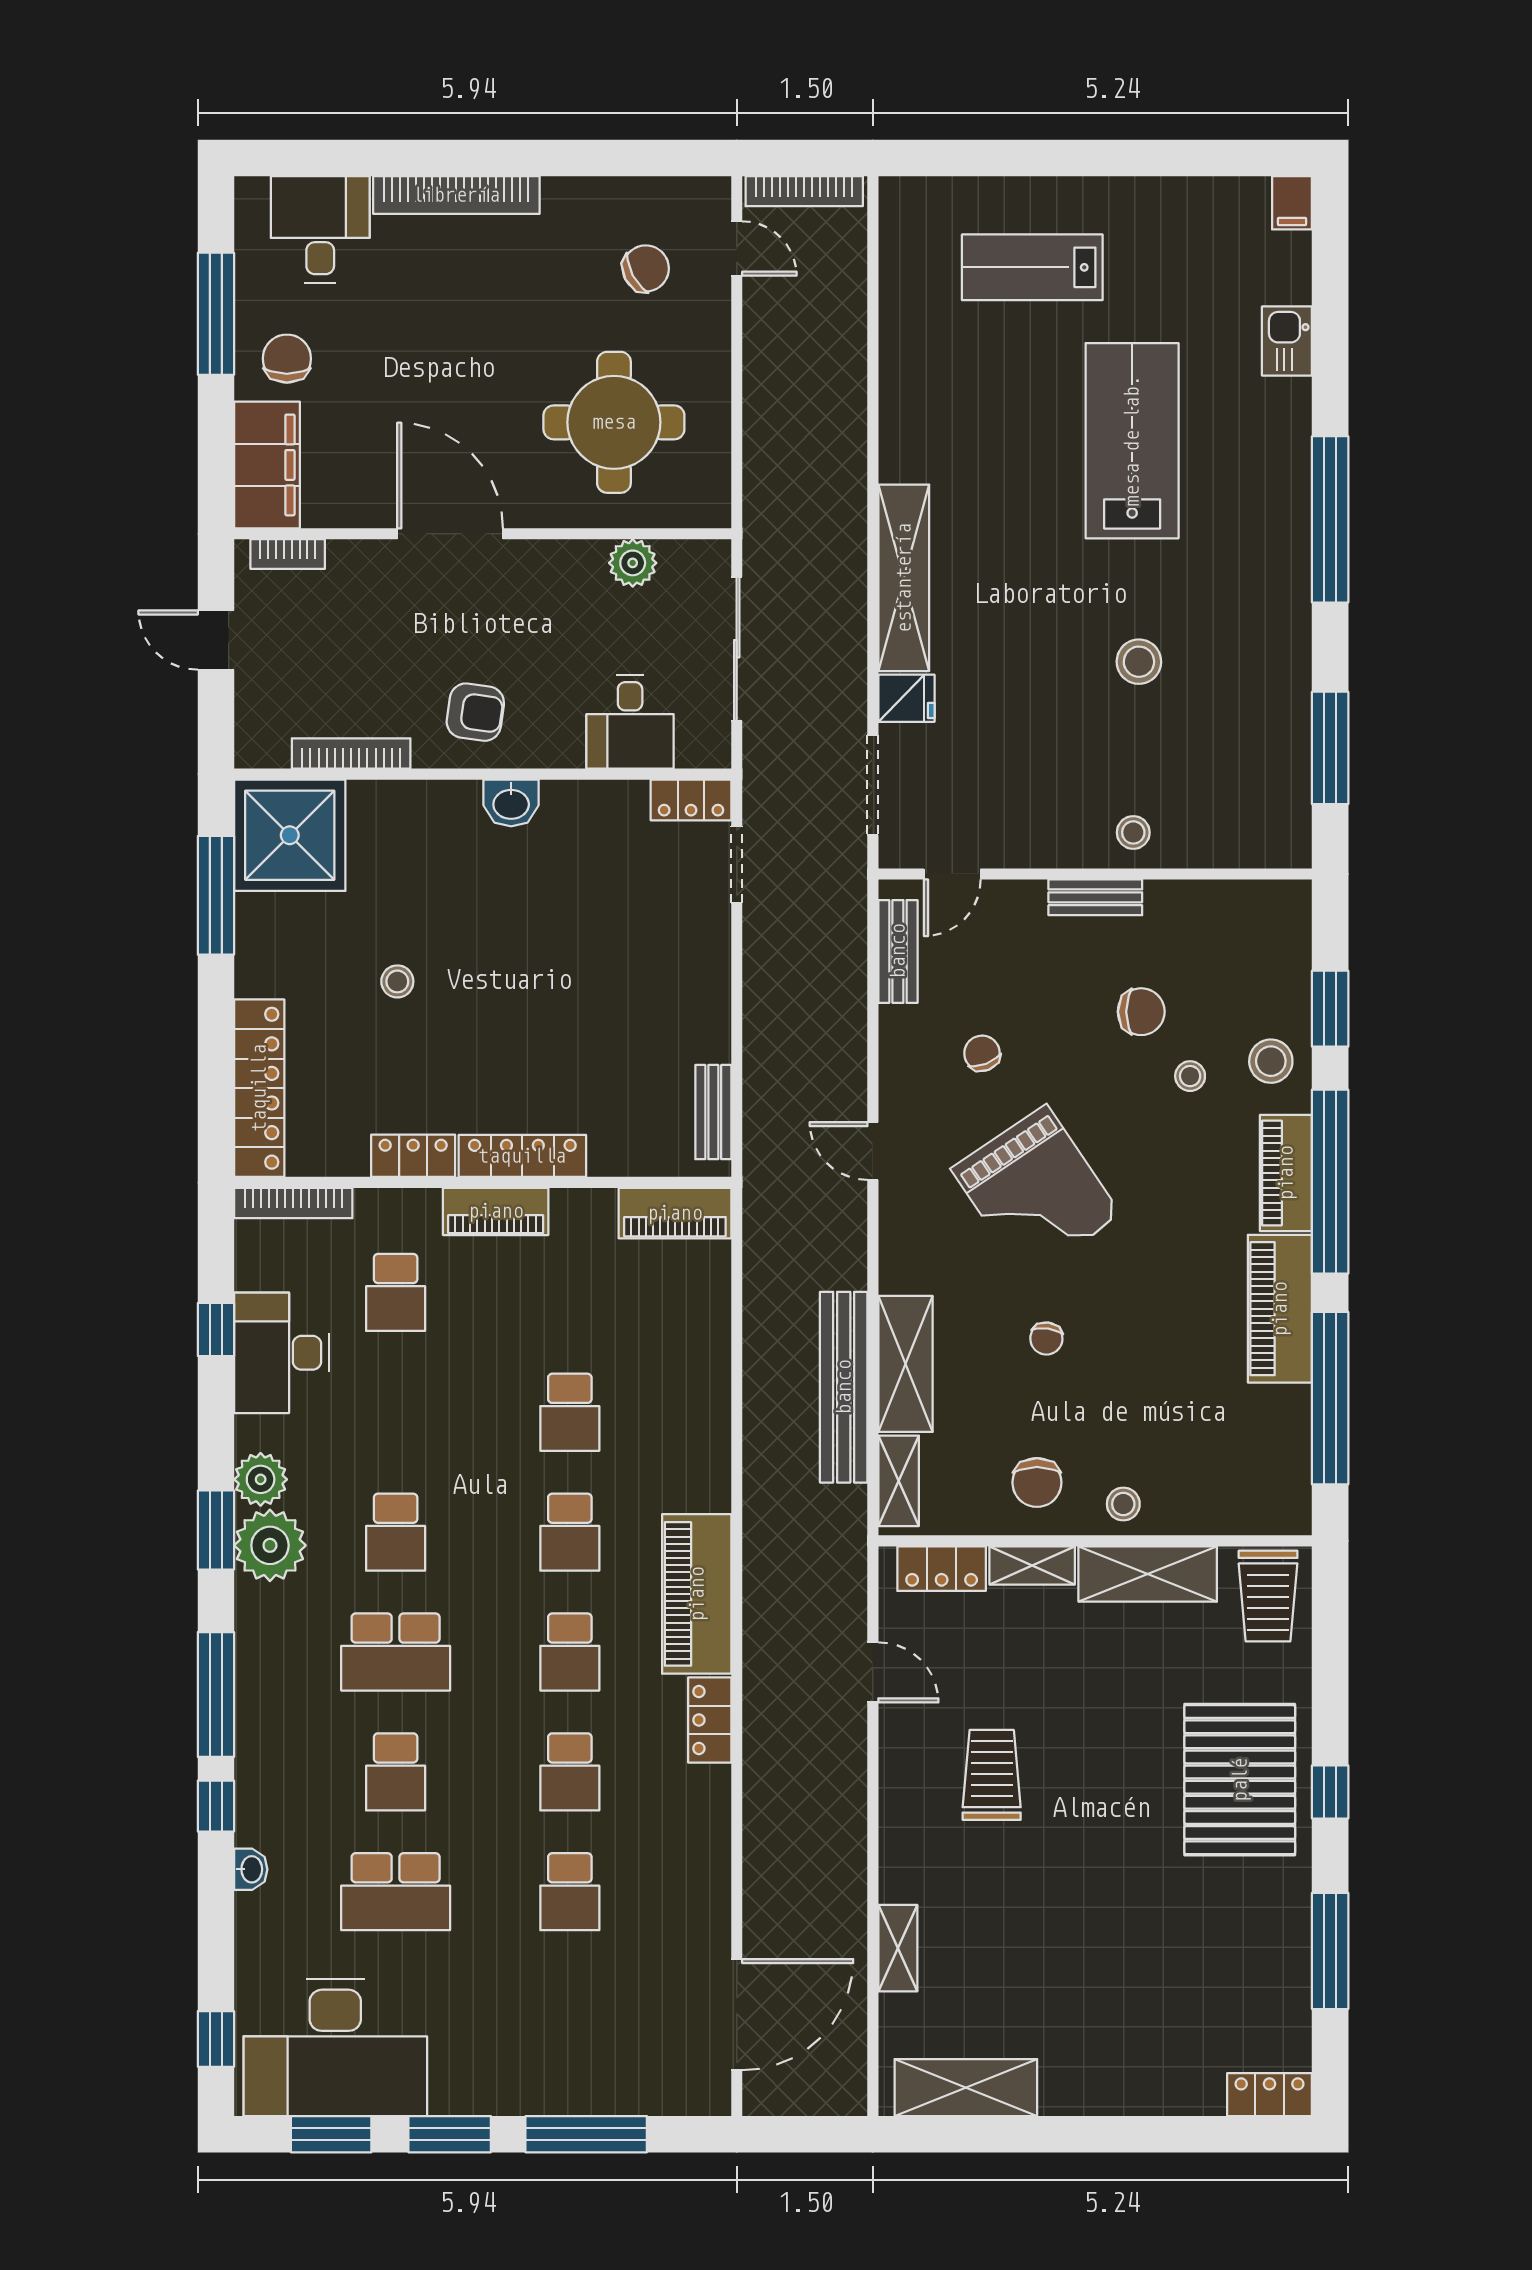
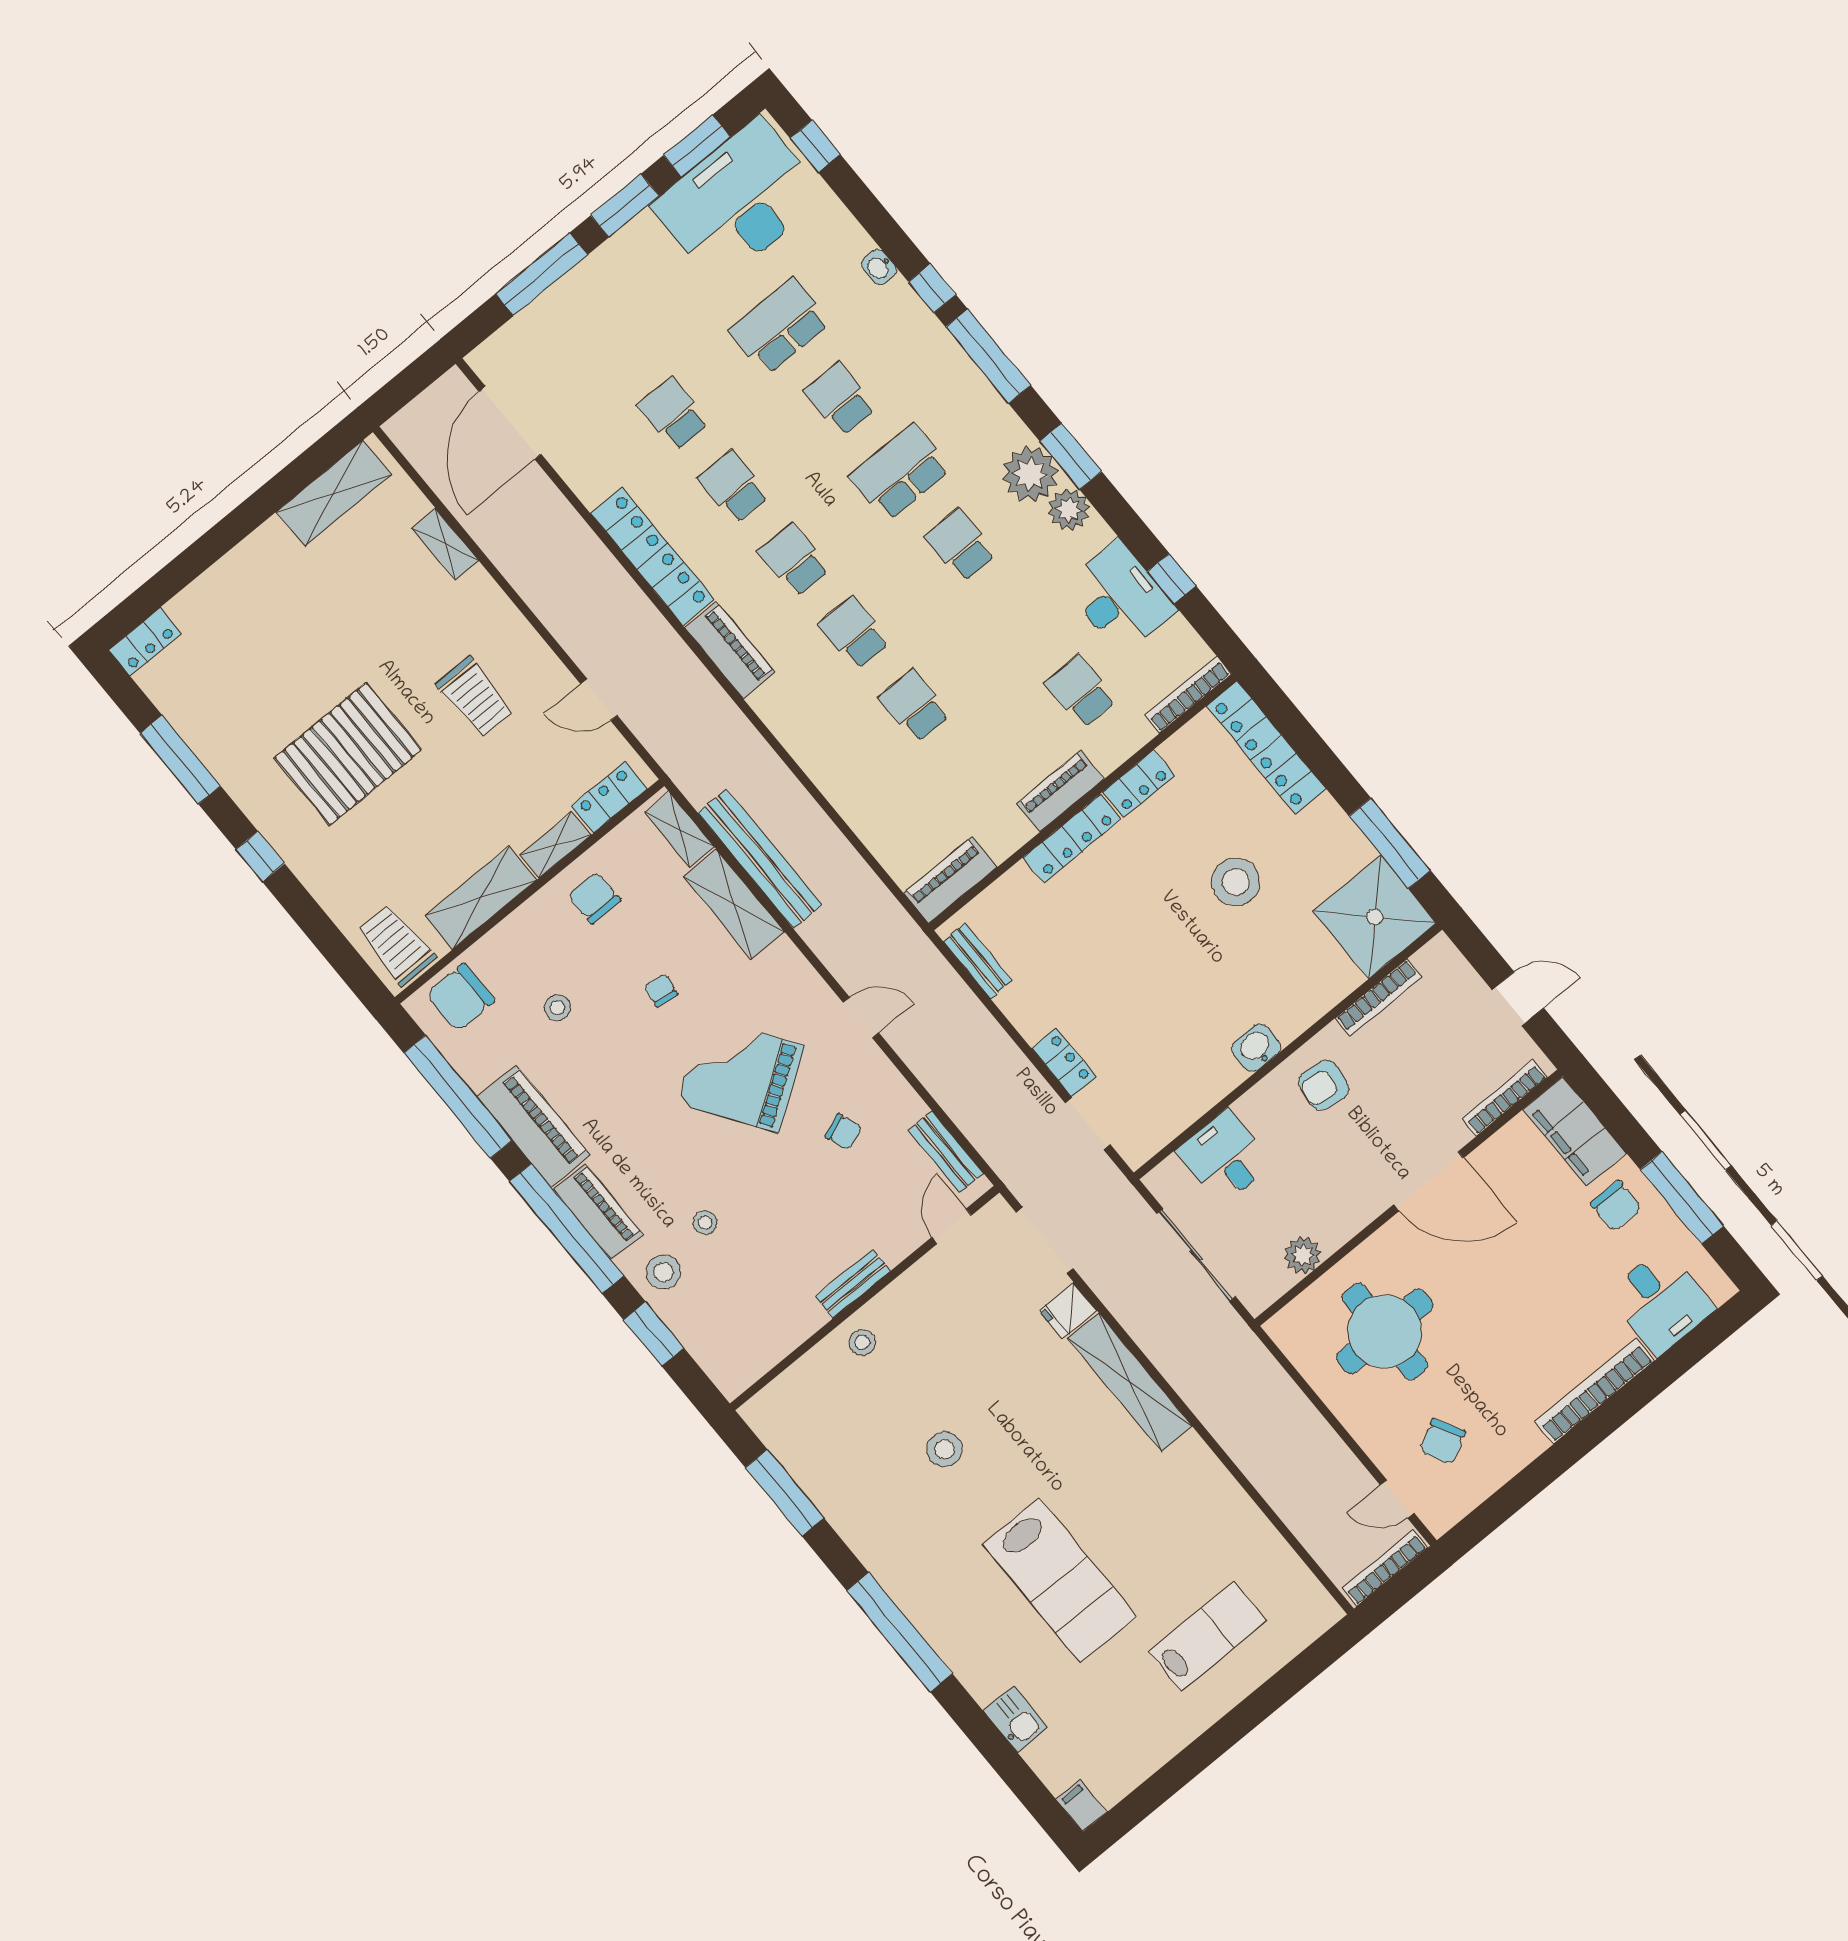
bookcase: (288, 554) -> (1505, 1098), width x1.56
locker: (691, 800) -> (1064, 1063), moved, turned 90
stool: (397, 981) -> (1236, 882), width x1.89, depth x1.89
chair: (1141, 1012) -> (460, 997), moved, width x1.37, depth x1.37
stool: (1123, 1504) -> (557, 1008), moved
piano: (697, 1594) -> (730, 650), width x0.73, depth x0.75
locker: (710, 1720) -> (652, 556), width x2.16, depth x1.21
pallet: (1240, 1780) -> (348, 754), moved, turned 90

